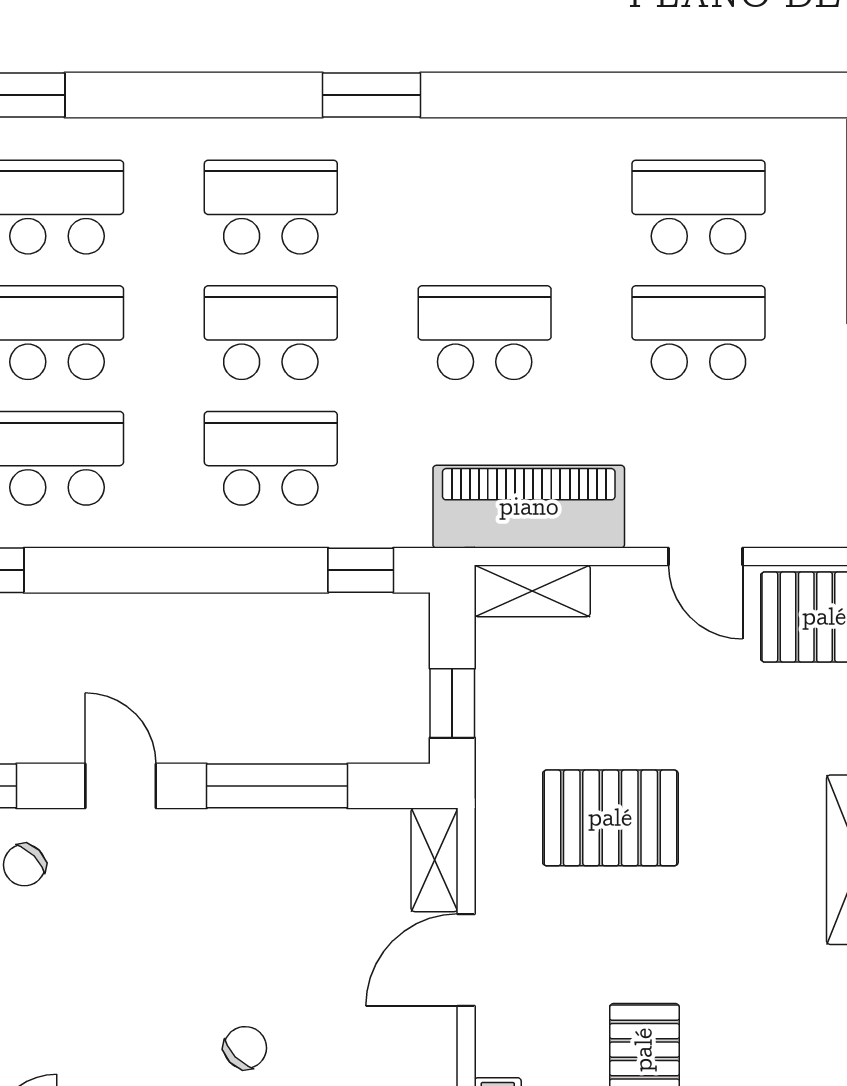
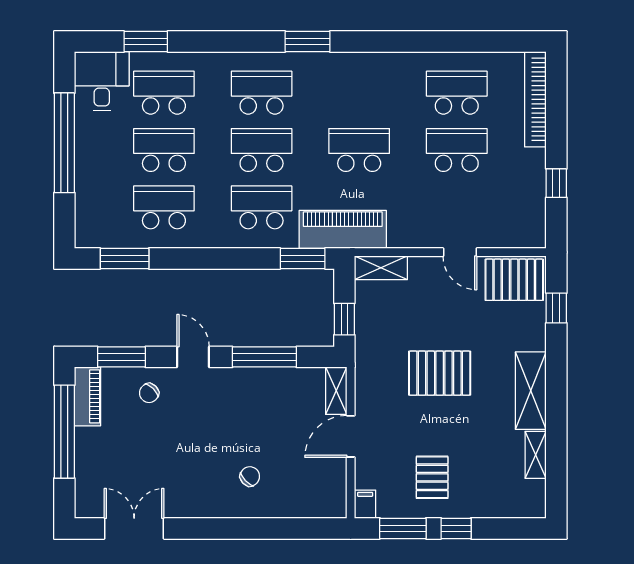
piano: (529, 507) -> (343, 229), moved
window: (361, 570) -> (303, 259), width x1.50
pallet: (610, 818) -> (440, 373), moved

